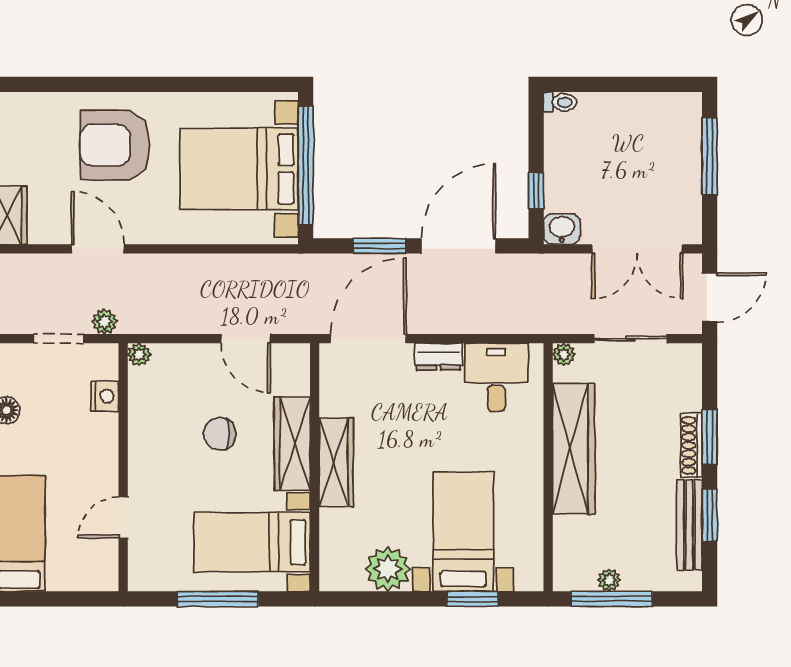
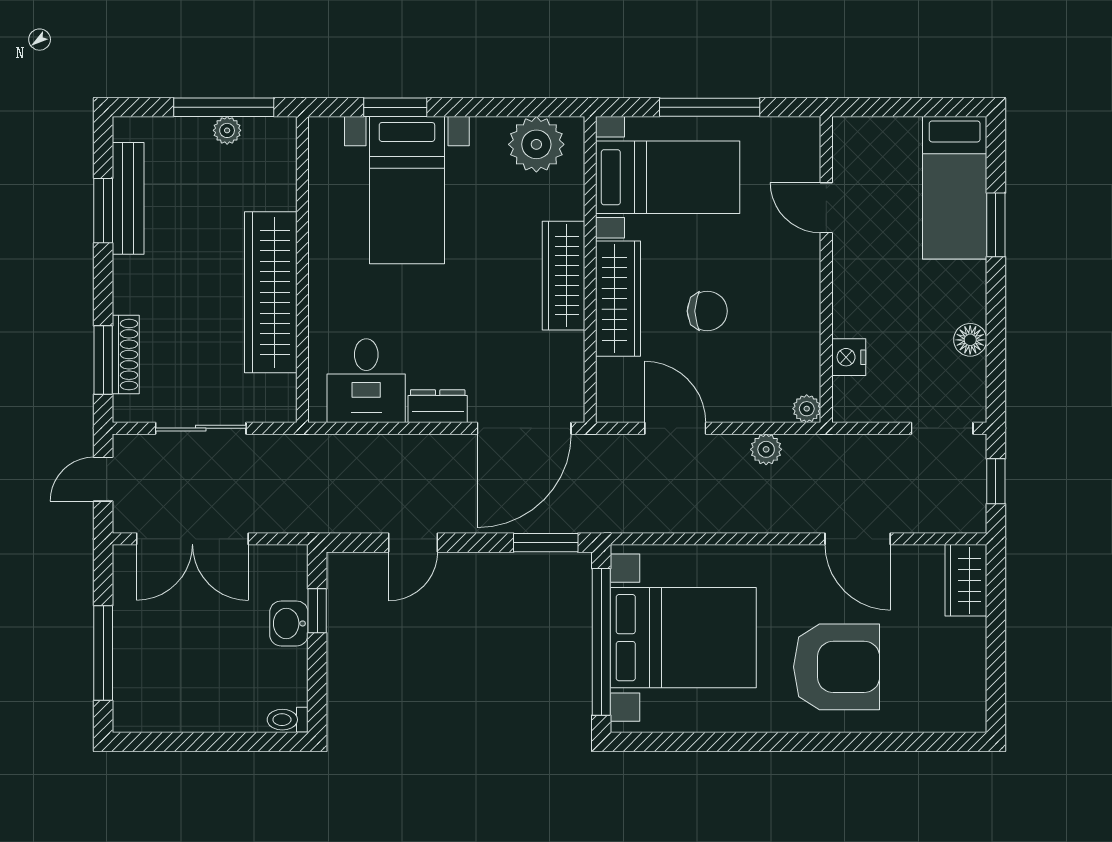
washbasin: (562, 229) -> (289, 623), moved, turned 90
window: (379, 246) -> (546, 543), moved
door: (458, 246) -> (413, 543), width x0.53
double door: (637, 249) -> (192, 539), swing flipped
door: (710, 297) -> (103, 479), width x0.73
plant: (104, 321) -> (766, 449), moved
doorway: (59, 339) -> (942, 428), moved
plant: (564, 354) -> (283, 409), removed
window: (710, 437) -> (103, 360), moved
shoe rack: (691, 445) -> (126, 355), moved
door: (123, 517) -> (826, 208), swing flipped
plant: (388, 569) -> (536, 144), moved

